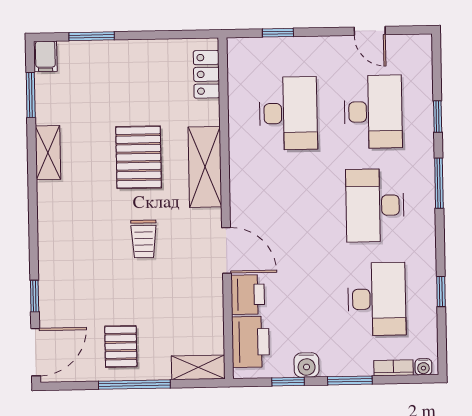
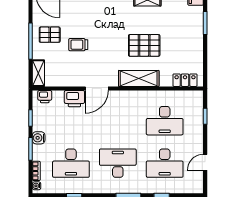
trolley: (144, 239) -> (78, 45), moved
printer: (250, 342) -> (45, 97), width x0.53, depth x0.68
water cooler: (307, 365) -> (39, 138), moved

